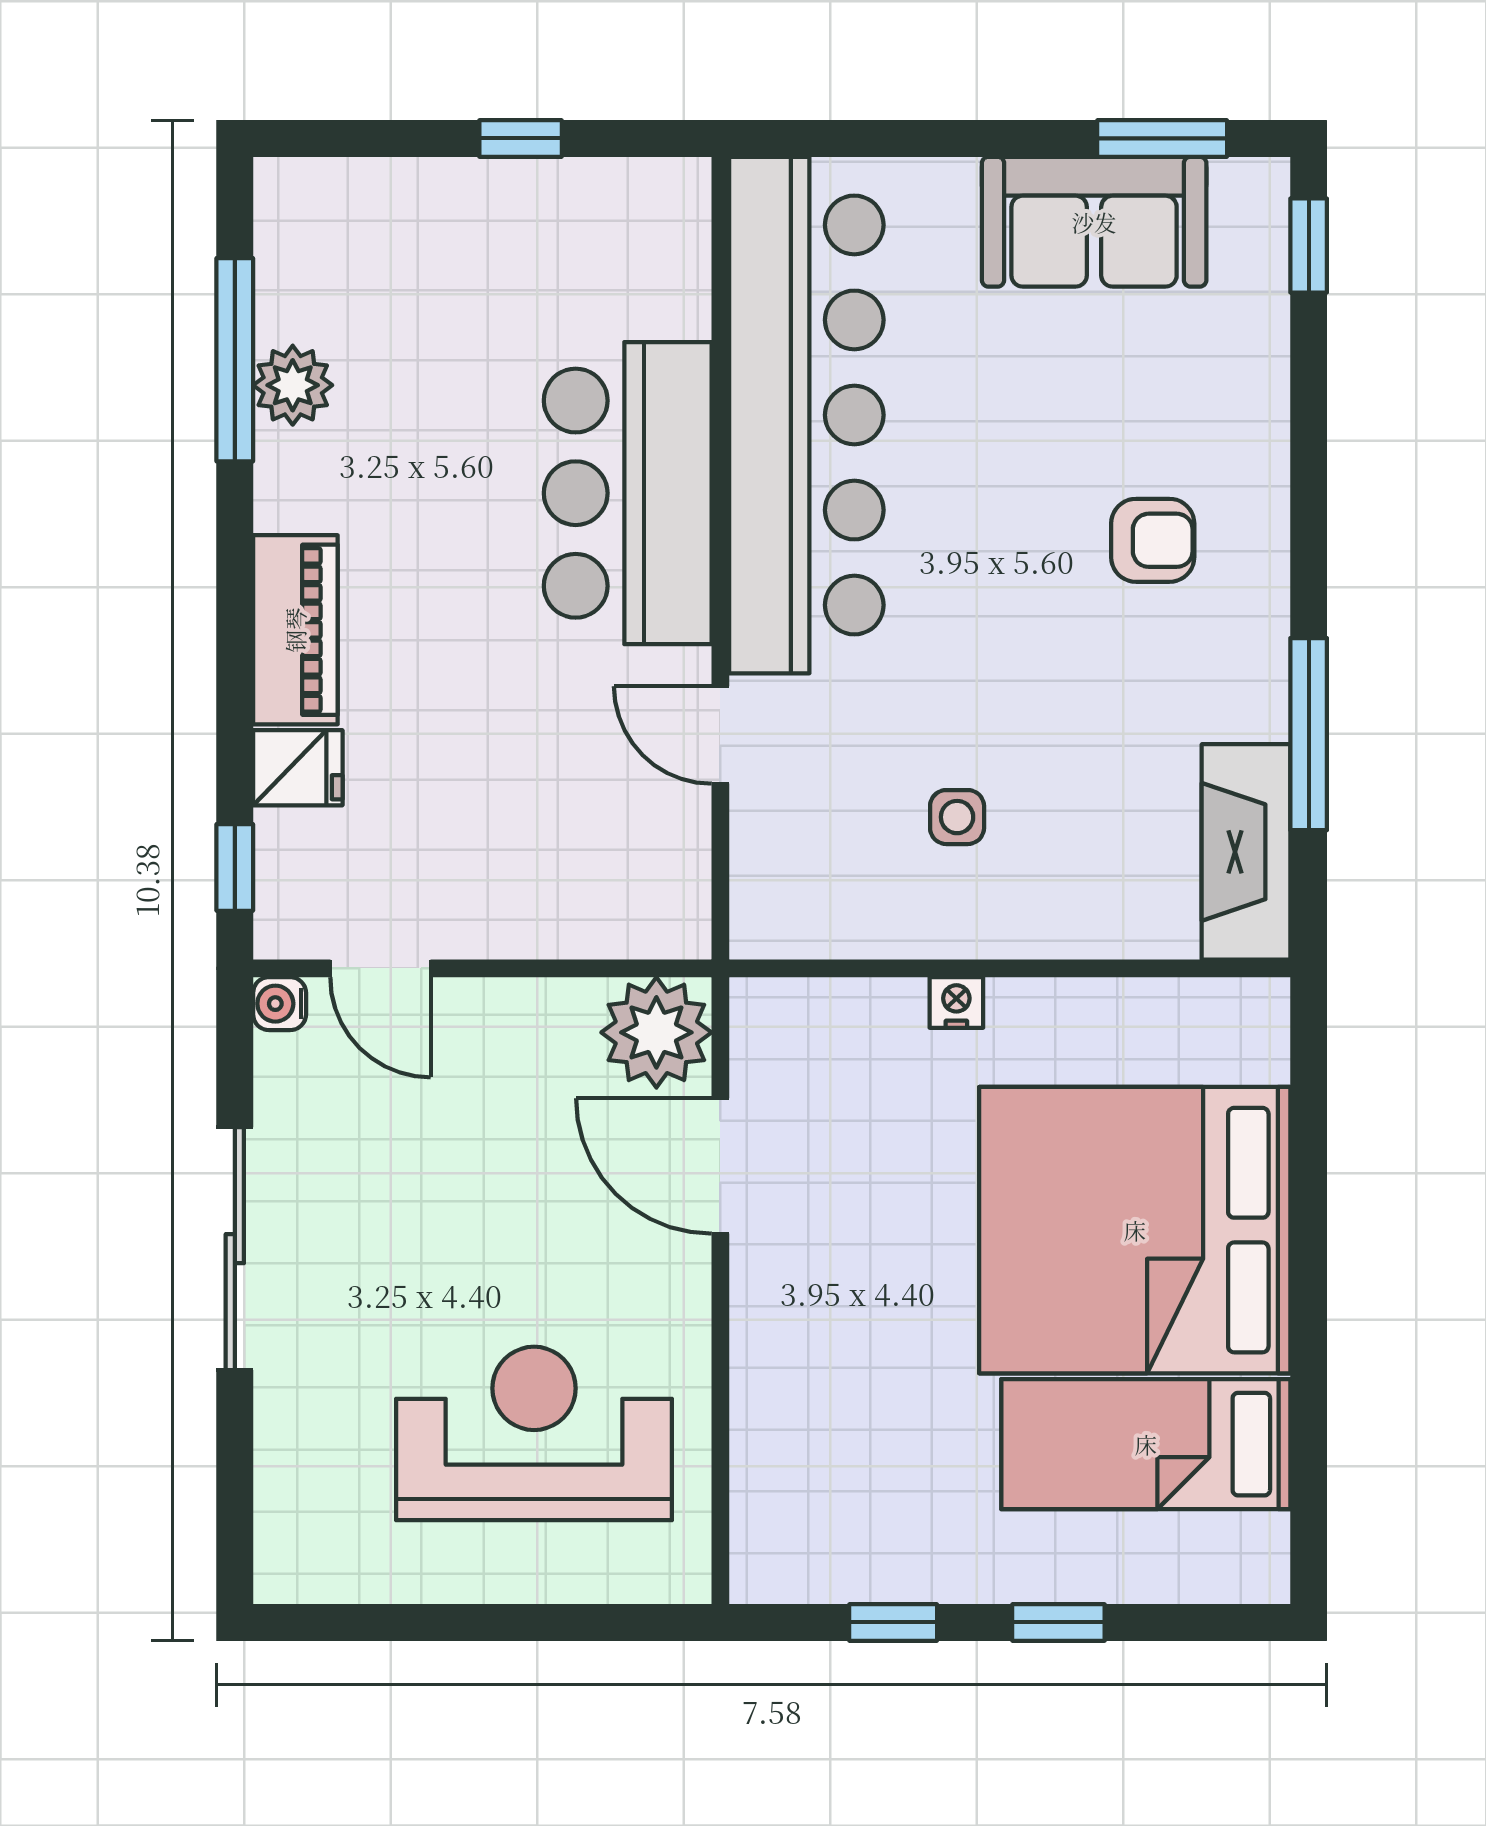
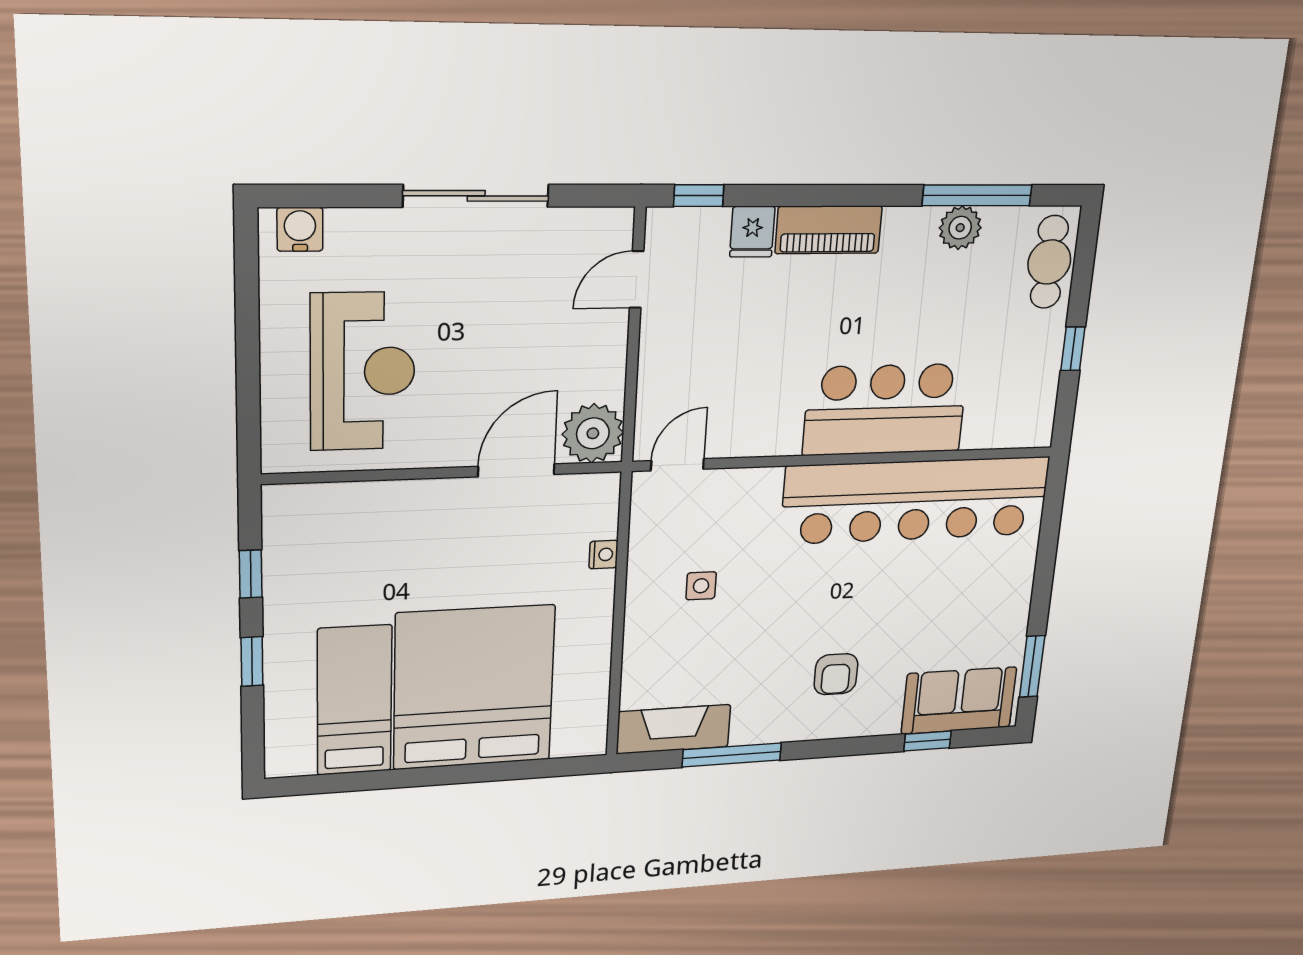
cafe table: (357, 206) -> (1049, 262), added
sofa: (1094, 222) -> (959, 700), moved, turned 90
window: (1309, 245) -> (928, 741), moved
door: (720, 735) -> (677, 465), moved
nightstand: (956, 1002) -> (604, 555), moved
water cooler: (280, 1004) -> (300, 229), moved, width x1.38, depth x1.38

